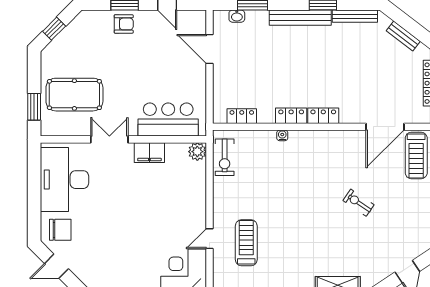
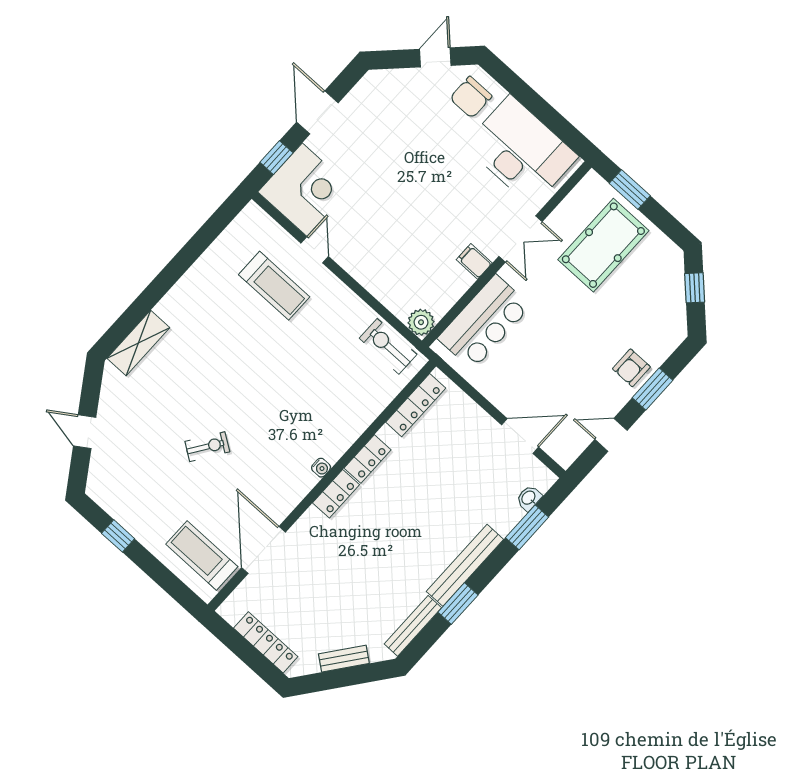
locker: (242, 116) -> (416, 405), width x1.53
water cooler: (282, 135) -> (321, 468), moved
filing cabinet: (149, 153) -> (474, 261), width x0.50

